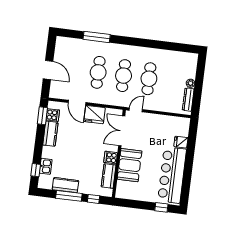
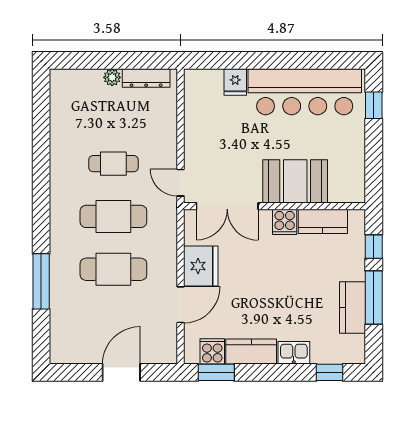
cafe table: (149, 79) -> (113, 164), width x0.73, depth x0.74
kitchen sink: (46, 166) -> (294, 353), moved

